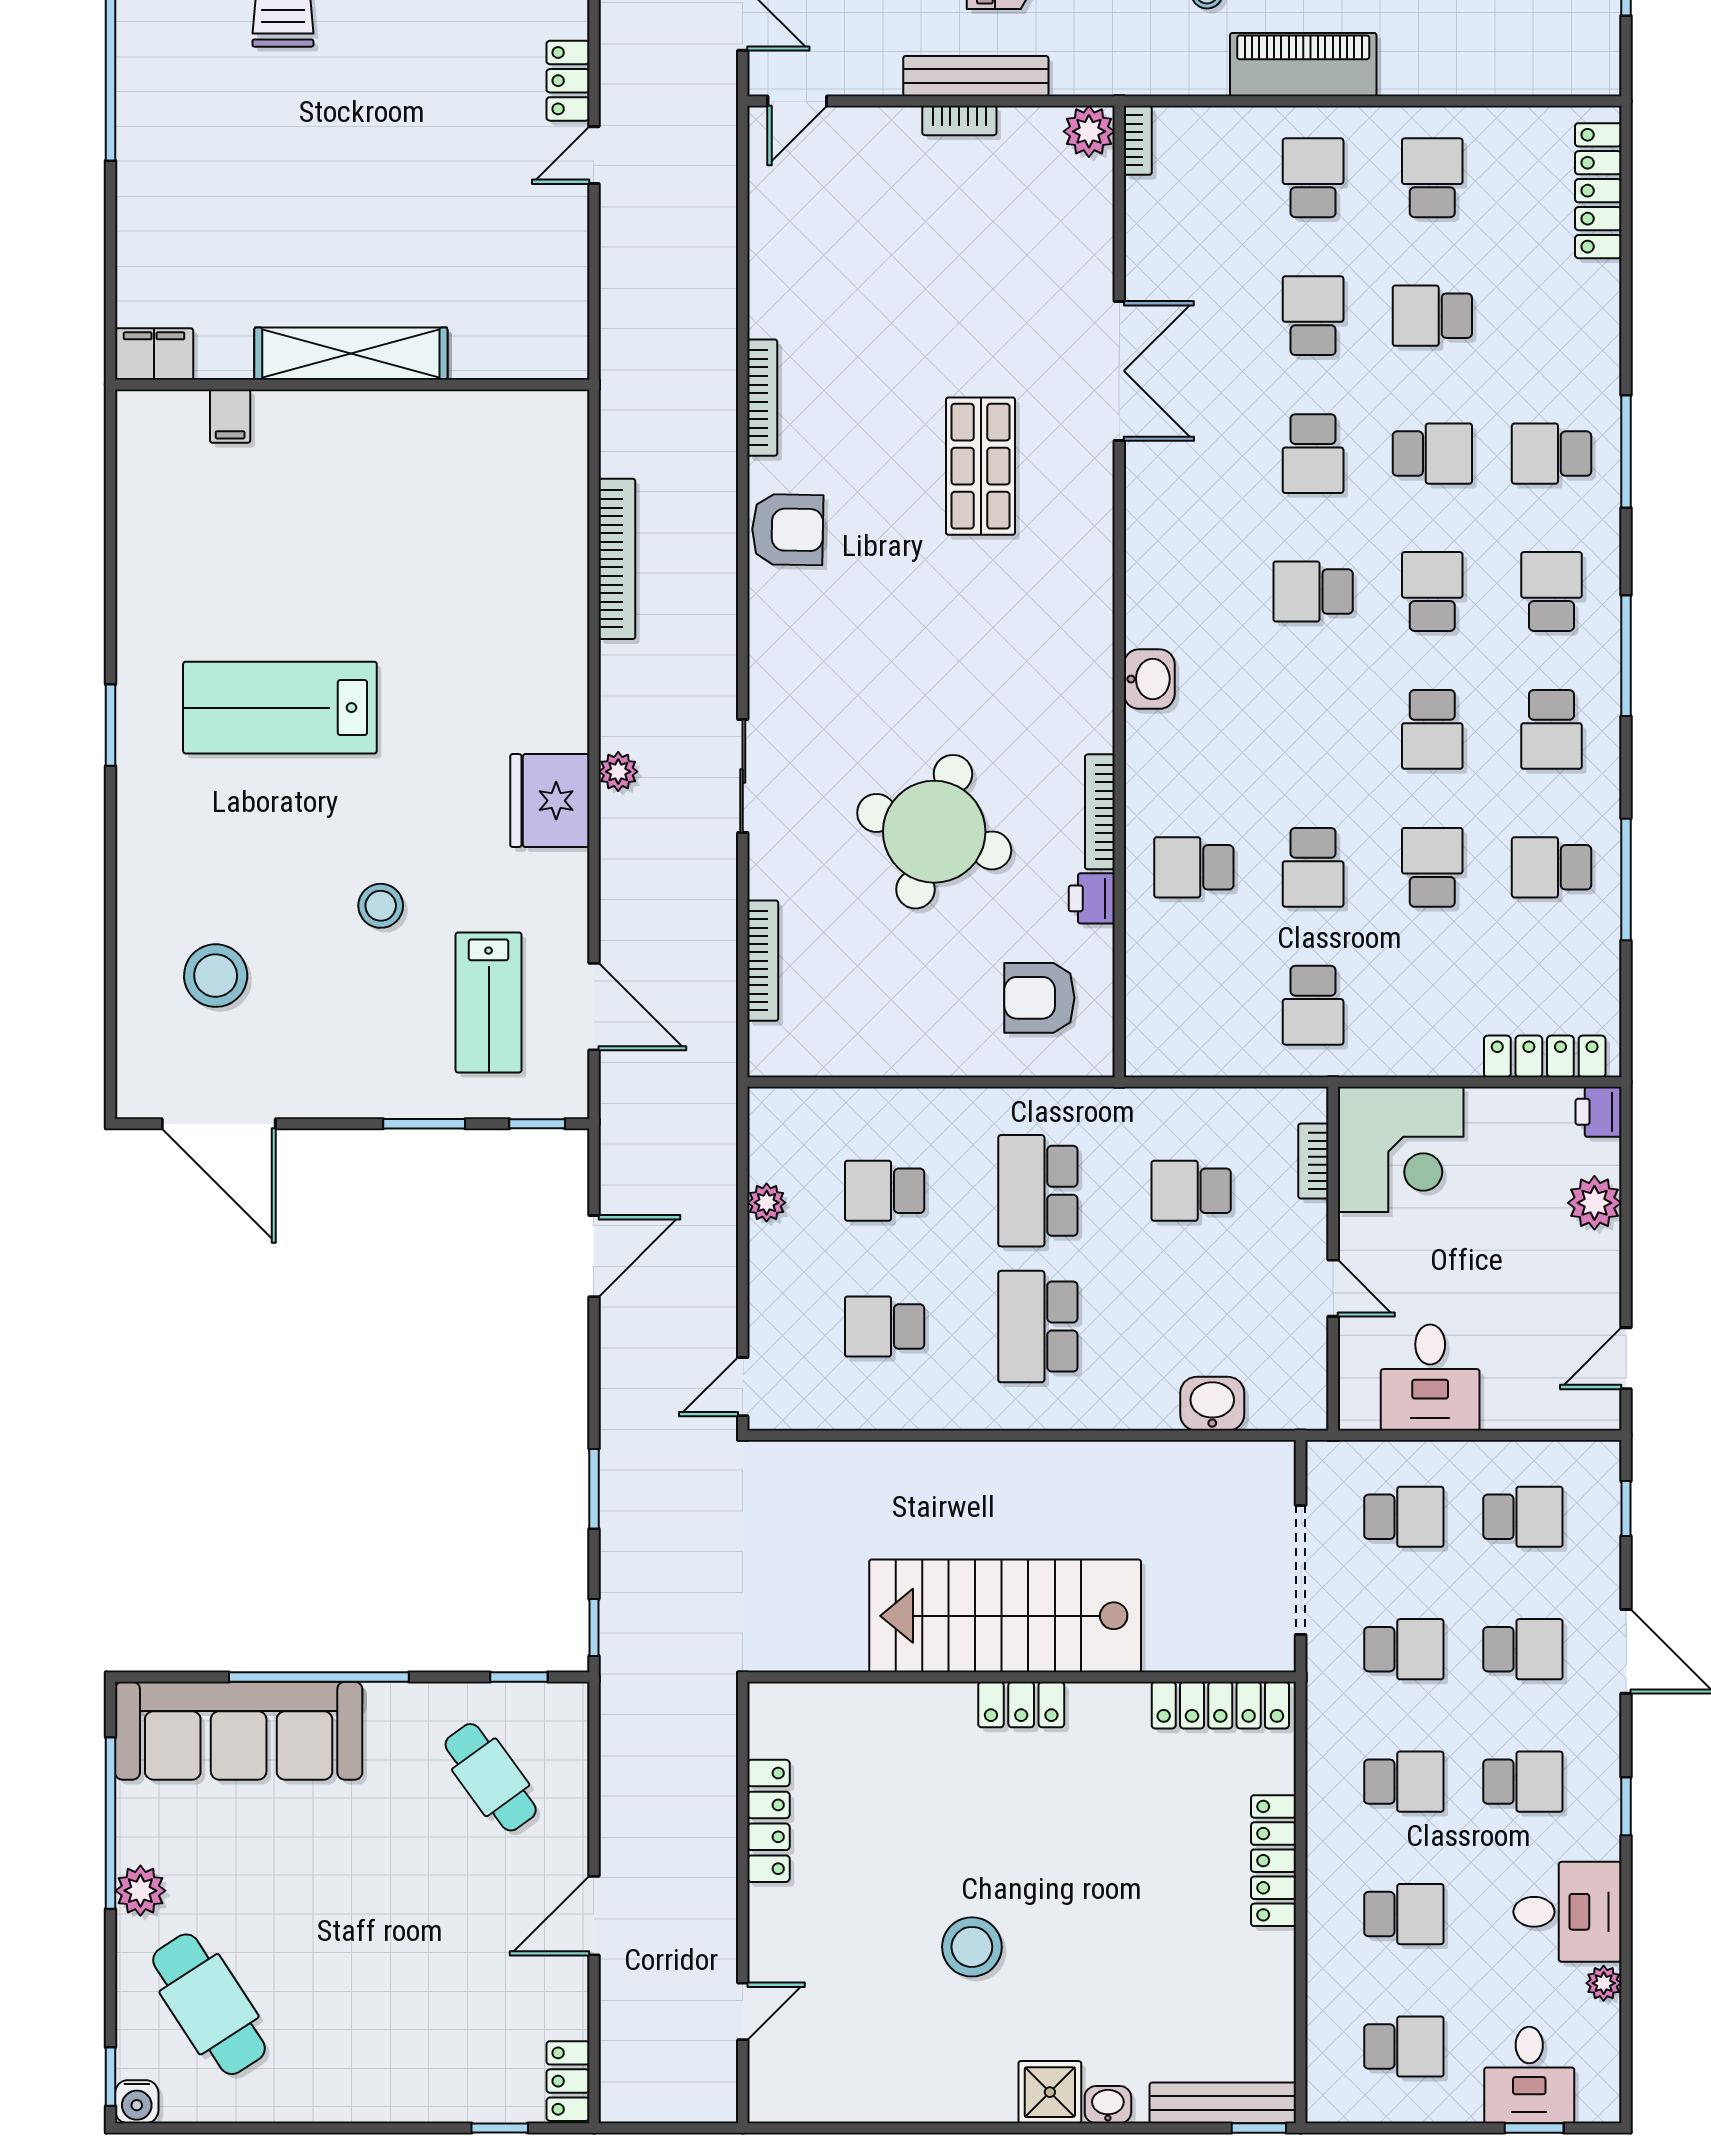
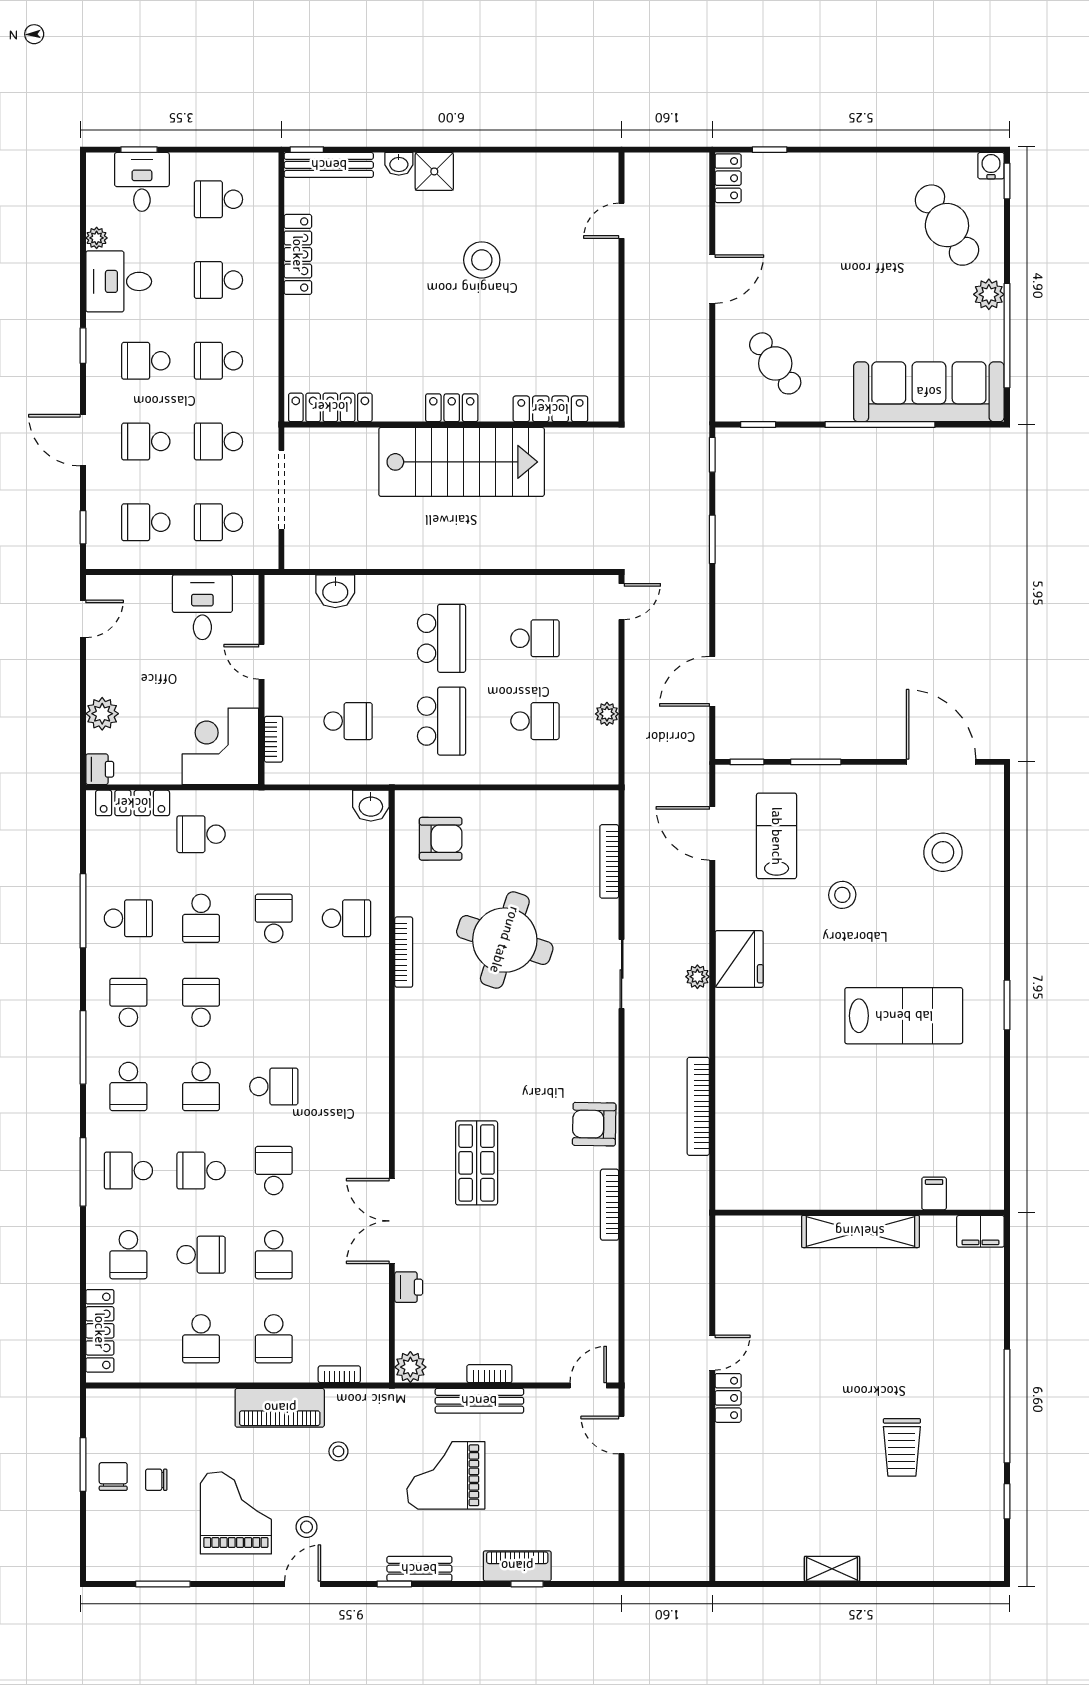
bookcase: (1138, 140) -> (339, 1374), moved, turned 90
school desk: (1552, 316) -> (128, 1255), added
school desk: (1552, 454) -> (128, 1171), turned 180
washbasin: (1149, 679) -> (371, 806), moved, turned -90
printer: (1092, 898) -> (409, 1287), moved
school desk: (1313, 1005) -> (201, 834), moved, turned -90
locker: (768, 1821) -> (550, 409), moved, turned 90
locker: (1274, 1861) -> (298, 254), moved

